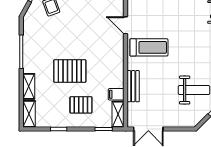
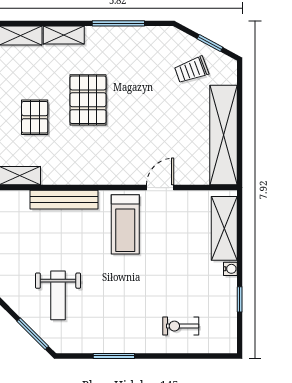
bench: (133, 86) -> (64, 200), width x1.36
filing cabinet: (116, 94) -> (51, 173), removed

